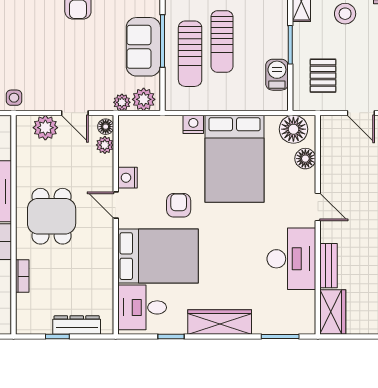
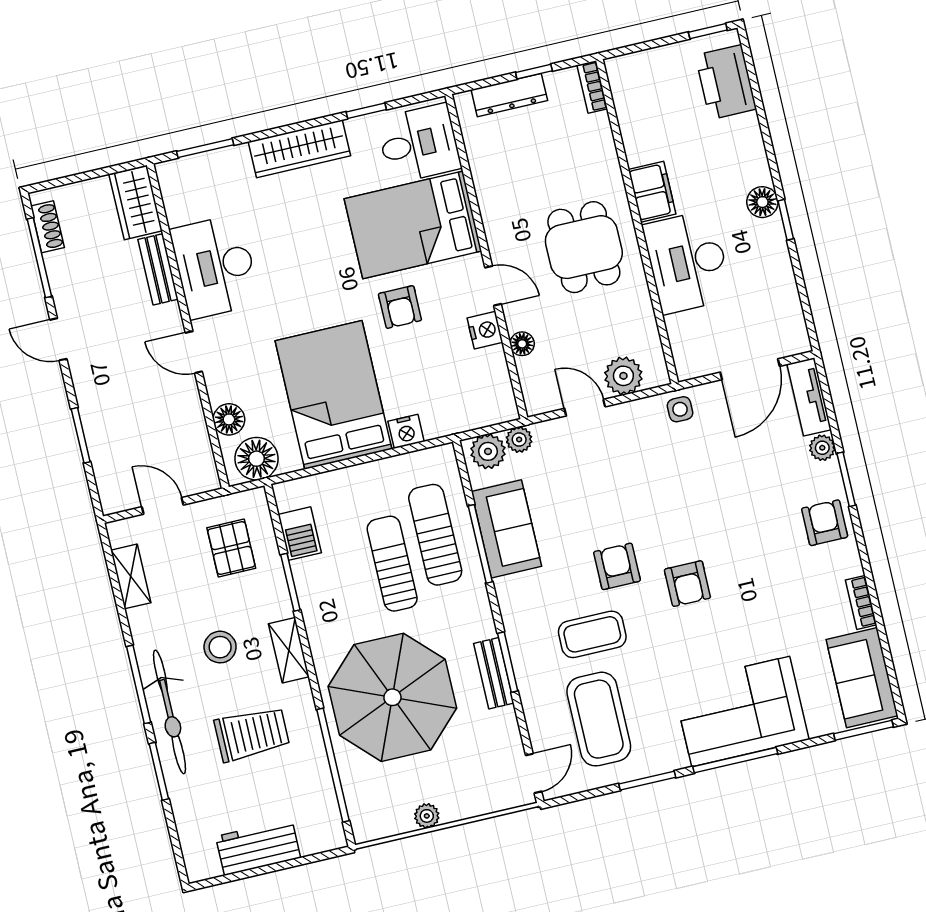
floor lamp: (106, 127) -> (522, 344), moved
plant: (105, 145) -> (530, 371), removed
bookcase: (22, 276) -> (592, 87), moved

